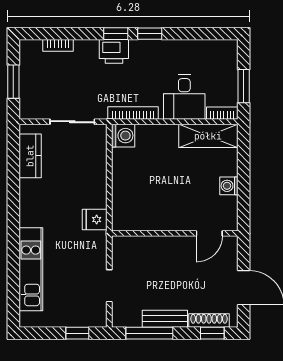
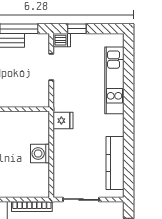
washing machine: (123, 136) -> (40, 153), moved
kitchen counter: (30, 156) -> (115, 163), width x1.50
dishwasher: (96, 319) -> (62, 40), added

